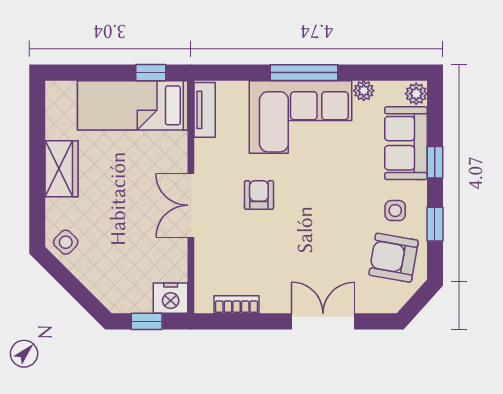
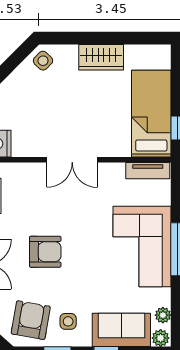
plant: (364, 91) -> (163, 315), moved
armchair: (259, 195) -> (45, 252), moved, width x1.38, depth x1.38
double door: (191, 205) -> (72, 160), swing flipped

